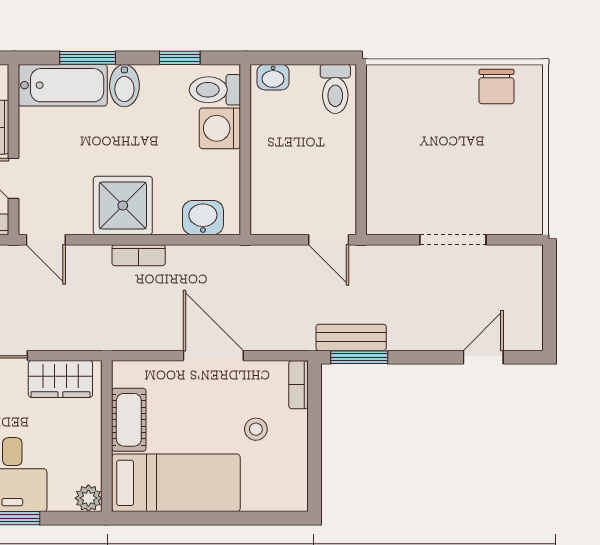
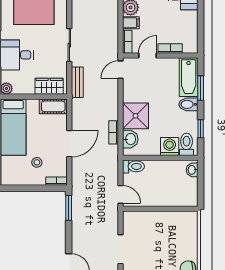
toilet: (335, 89) -> (133, 166), moved, turned 180
shower: (123, 205) -> (136, 116), moved
door: (329, 240) -> (120, 194), swing flipped
bookcase: (139, 255) -> (114, 132), moved
bench: (351, 337) -> (77, 82), moved
wardrobe: (60, 379) -> (49, 86), moved, turned 90
cot: (129, 420) -> (53, 106), moved

